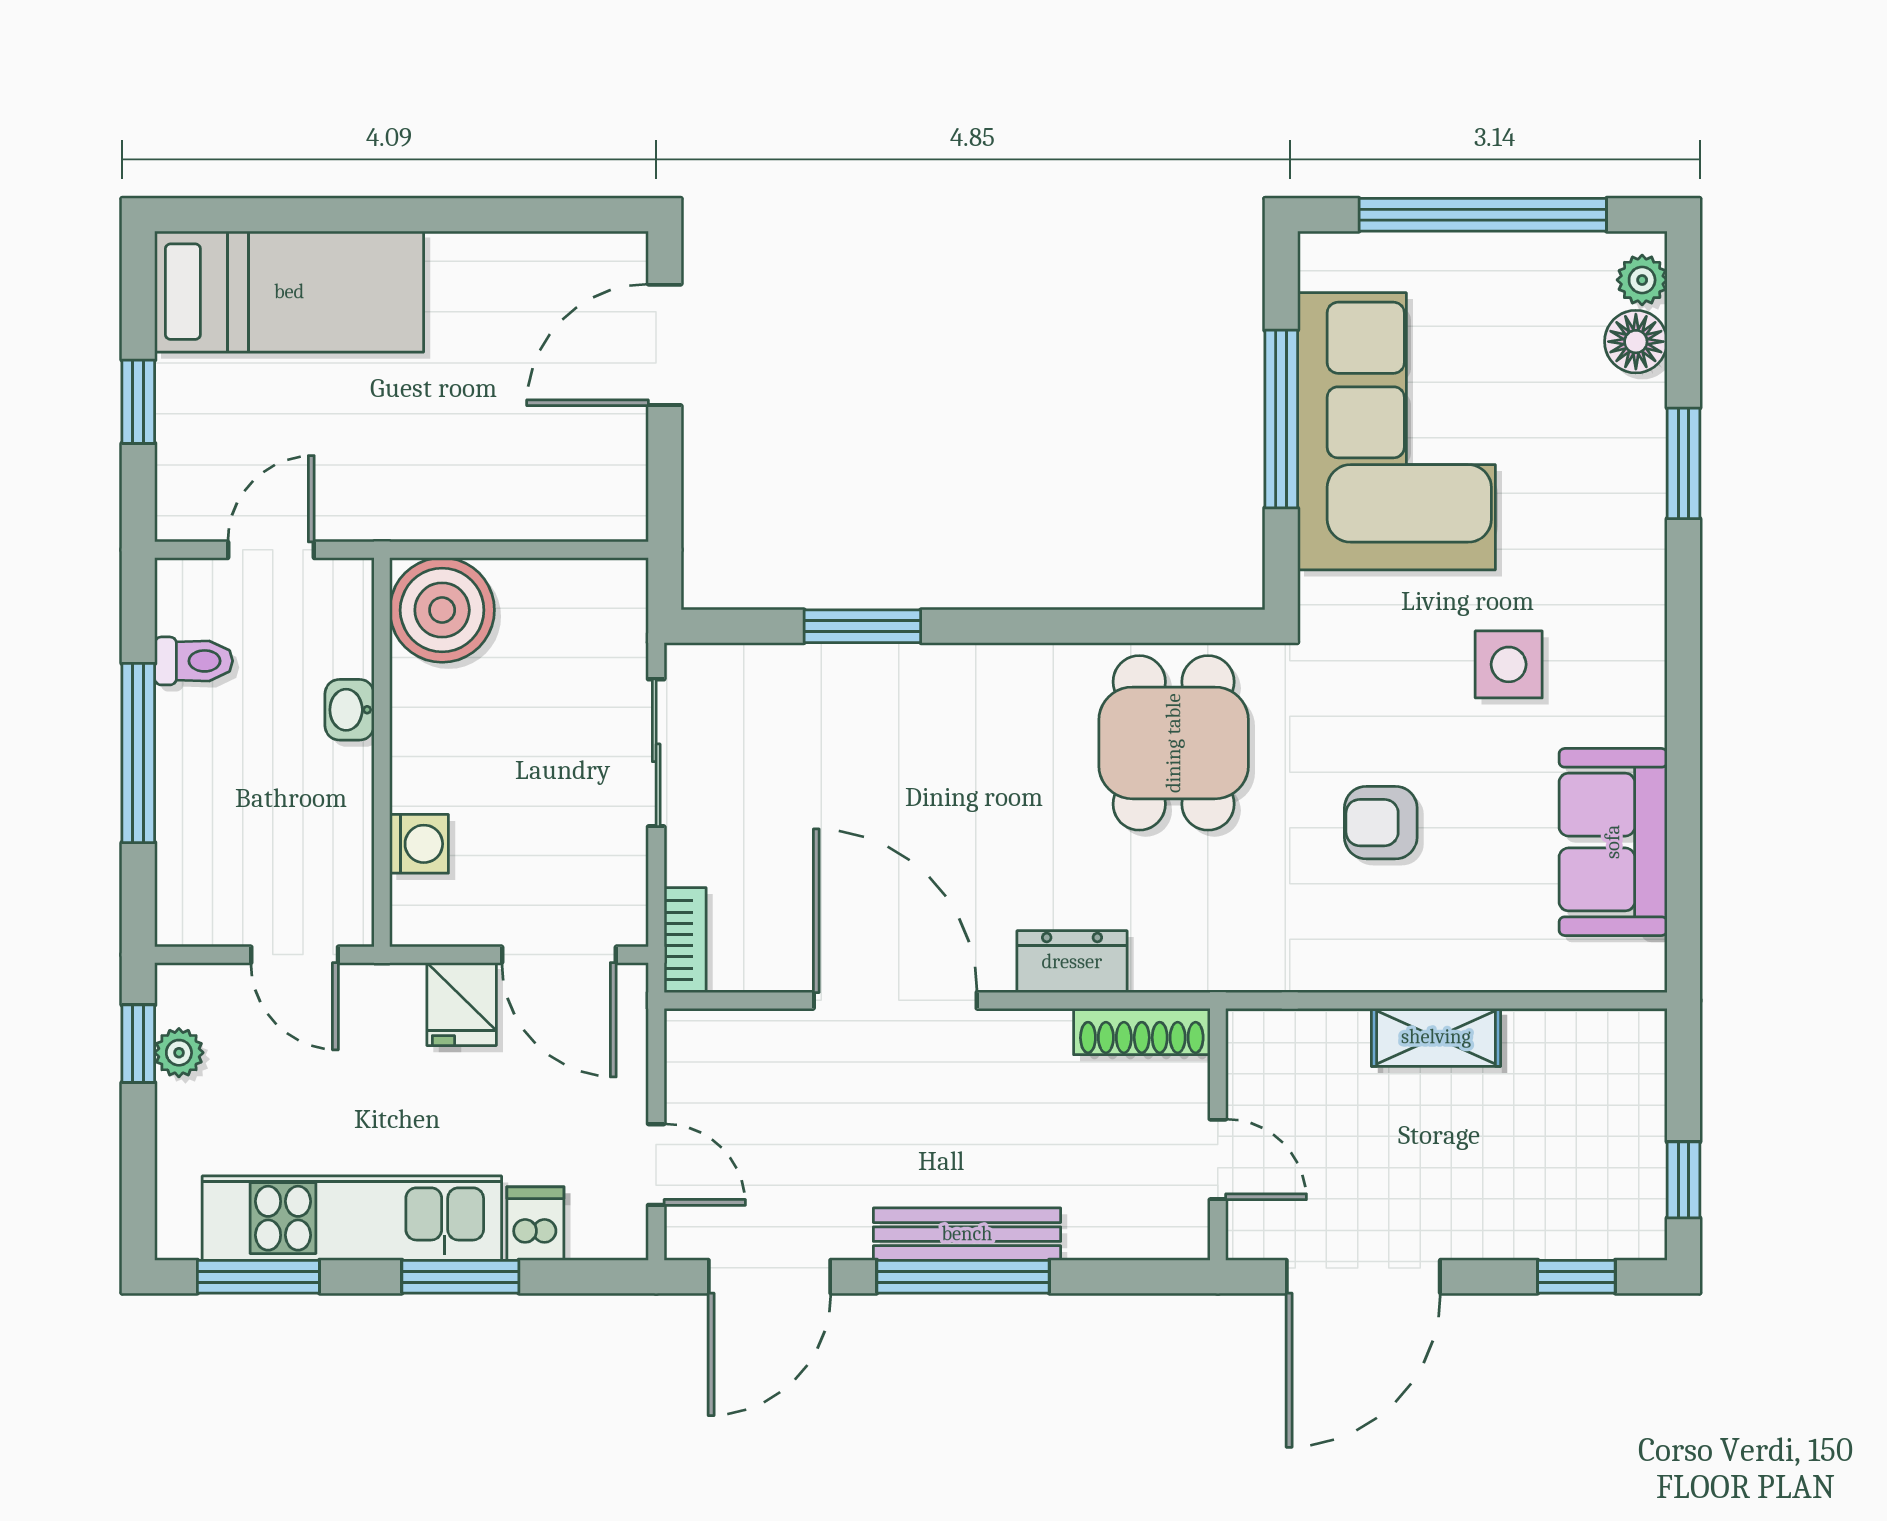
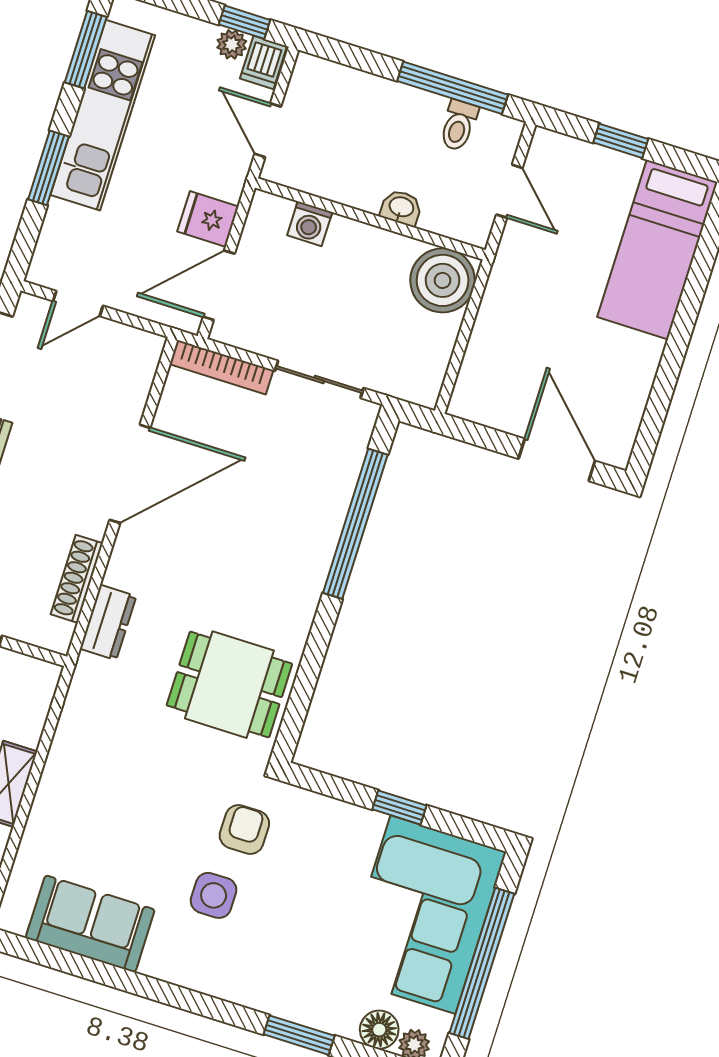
window: (1281, 419) -> (399, 807), width x0.46
corner sofa: (1396, 431) -> (423, 915), moved, turned 90
window: (862, 626) -> (355, 524), width x2.11
window: (138, 753) -> (453, 88), moved
armchair: (1381, 823) -> (244, 829), moved
bookcase: (685, 940) -> (221, 367), width x1.56
door: (295, 955) -> (268, 130), hinge flipped
dresser: (1072, 962) -> (108, 622), moved
shoe rack: (1142, 1031) -> (77, 579), moved
dishwasher: (535, 1224) -> (263, 62), moved, turned 90

